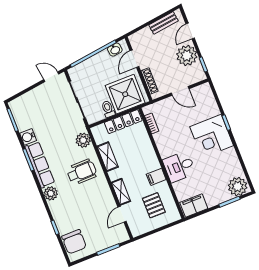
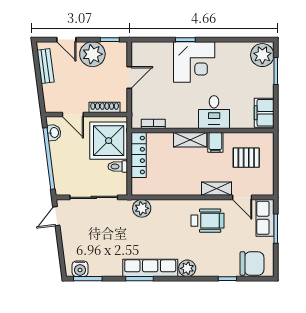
water cooler: (28, 137) -> (80, 269), moved
shelving: (108, 157) -> (190, 140), moved
wheelchair: (82, 172) -> (208, 221), moved, turned 91
row of seats: (113, 238) -> (265, 218), added

